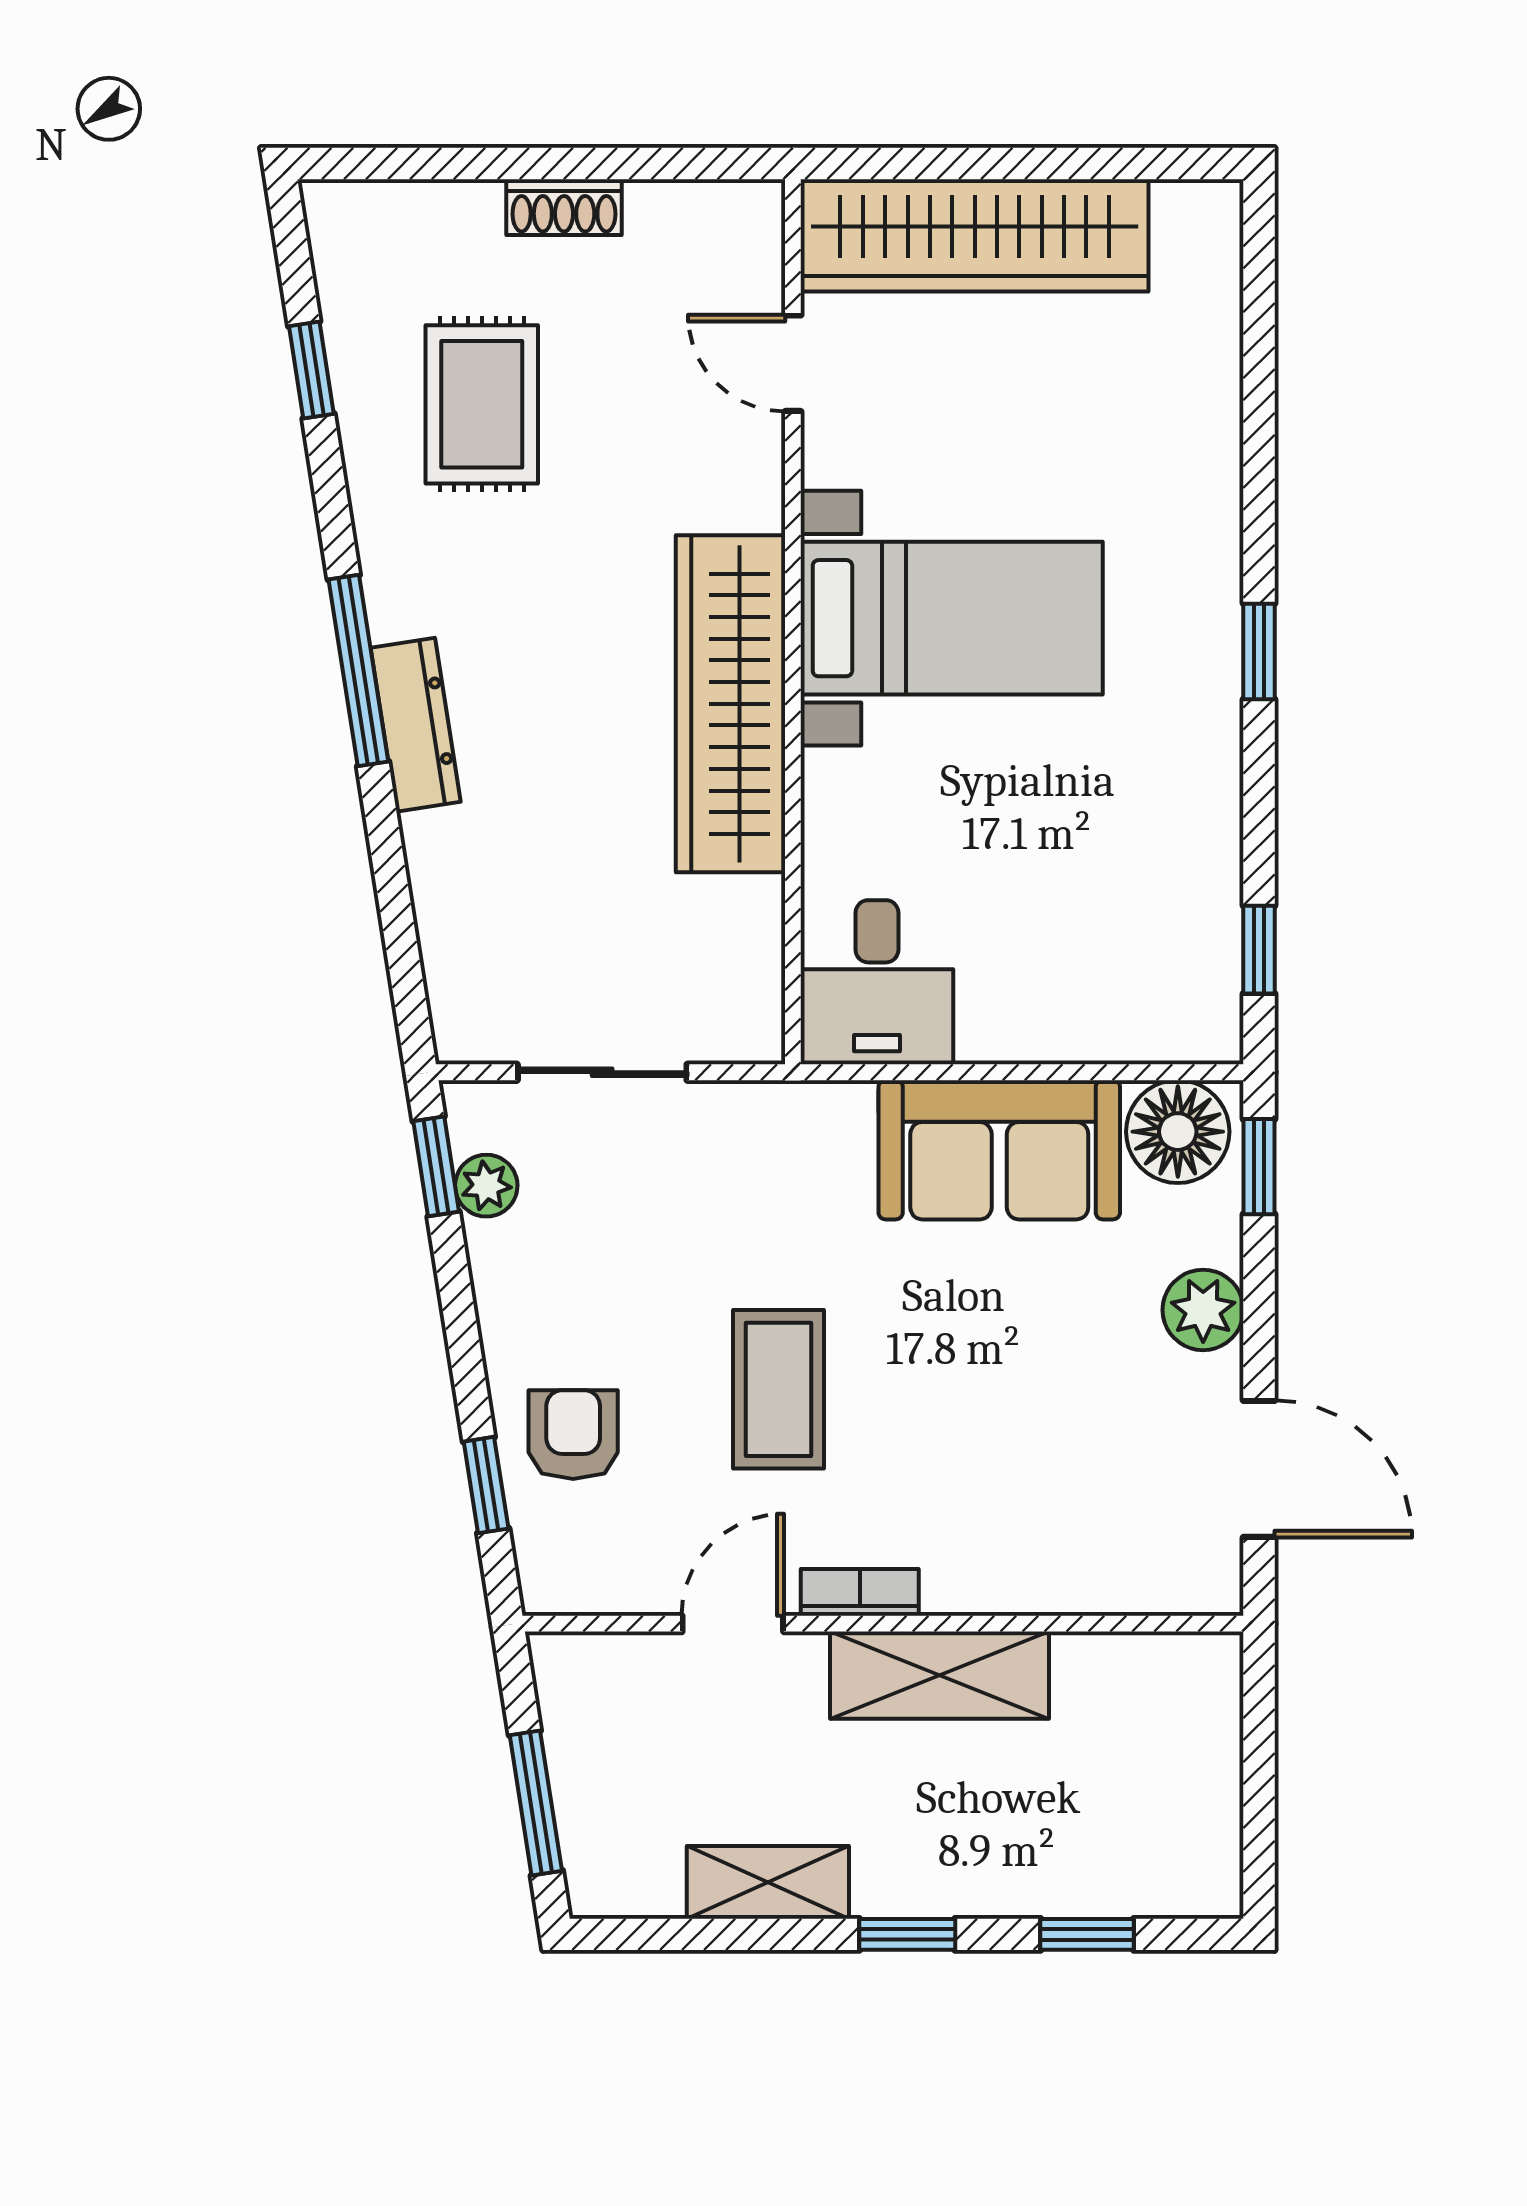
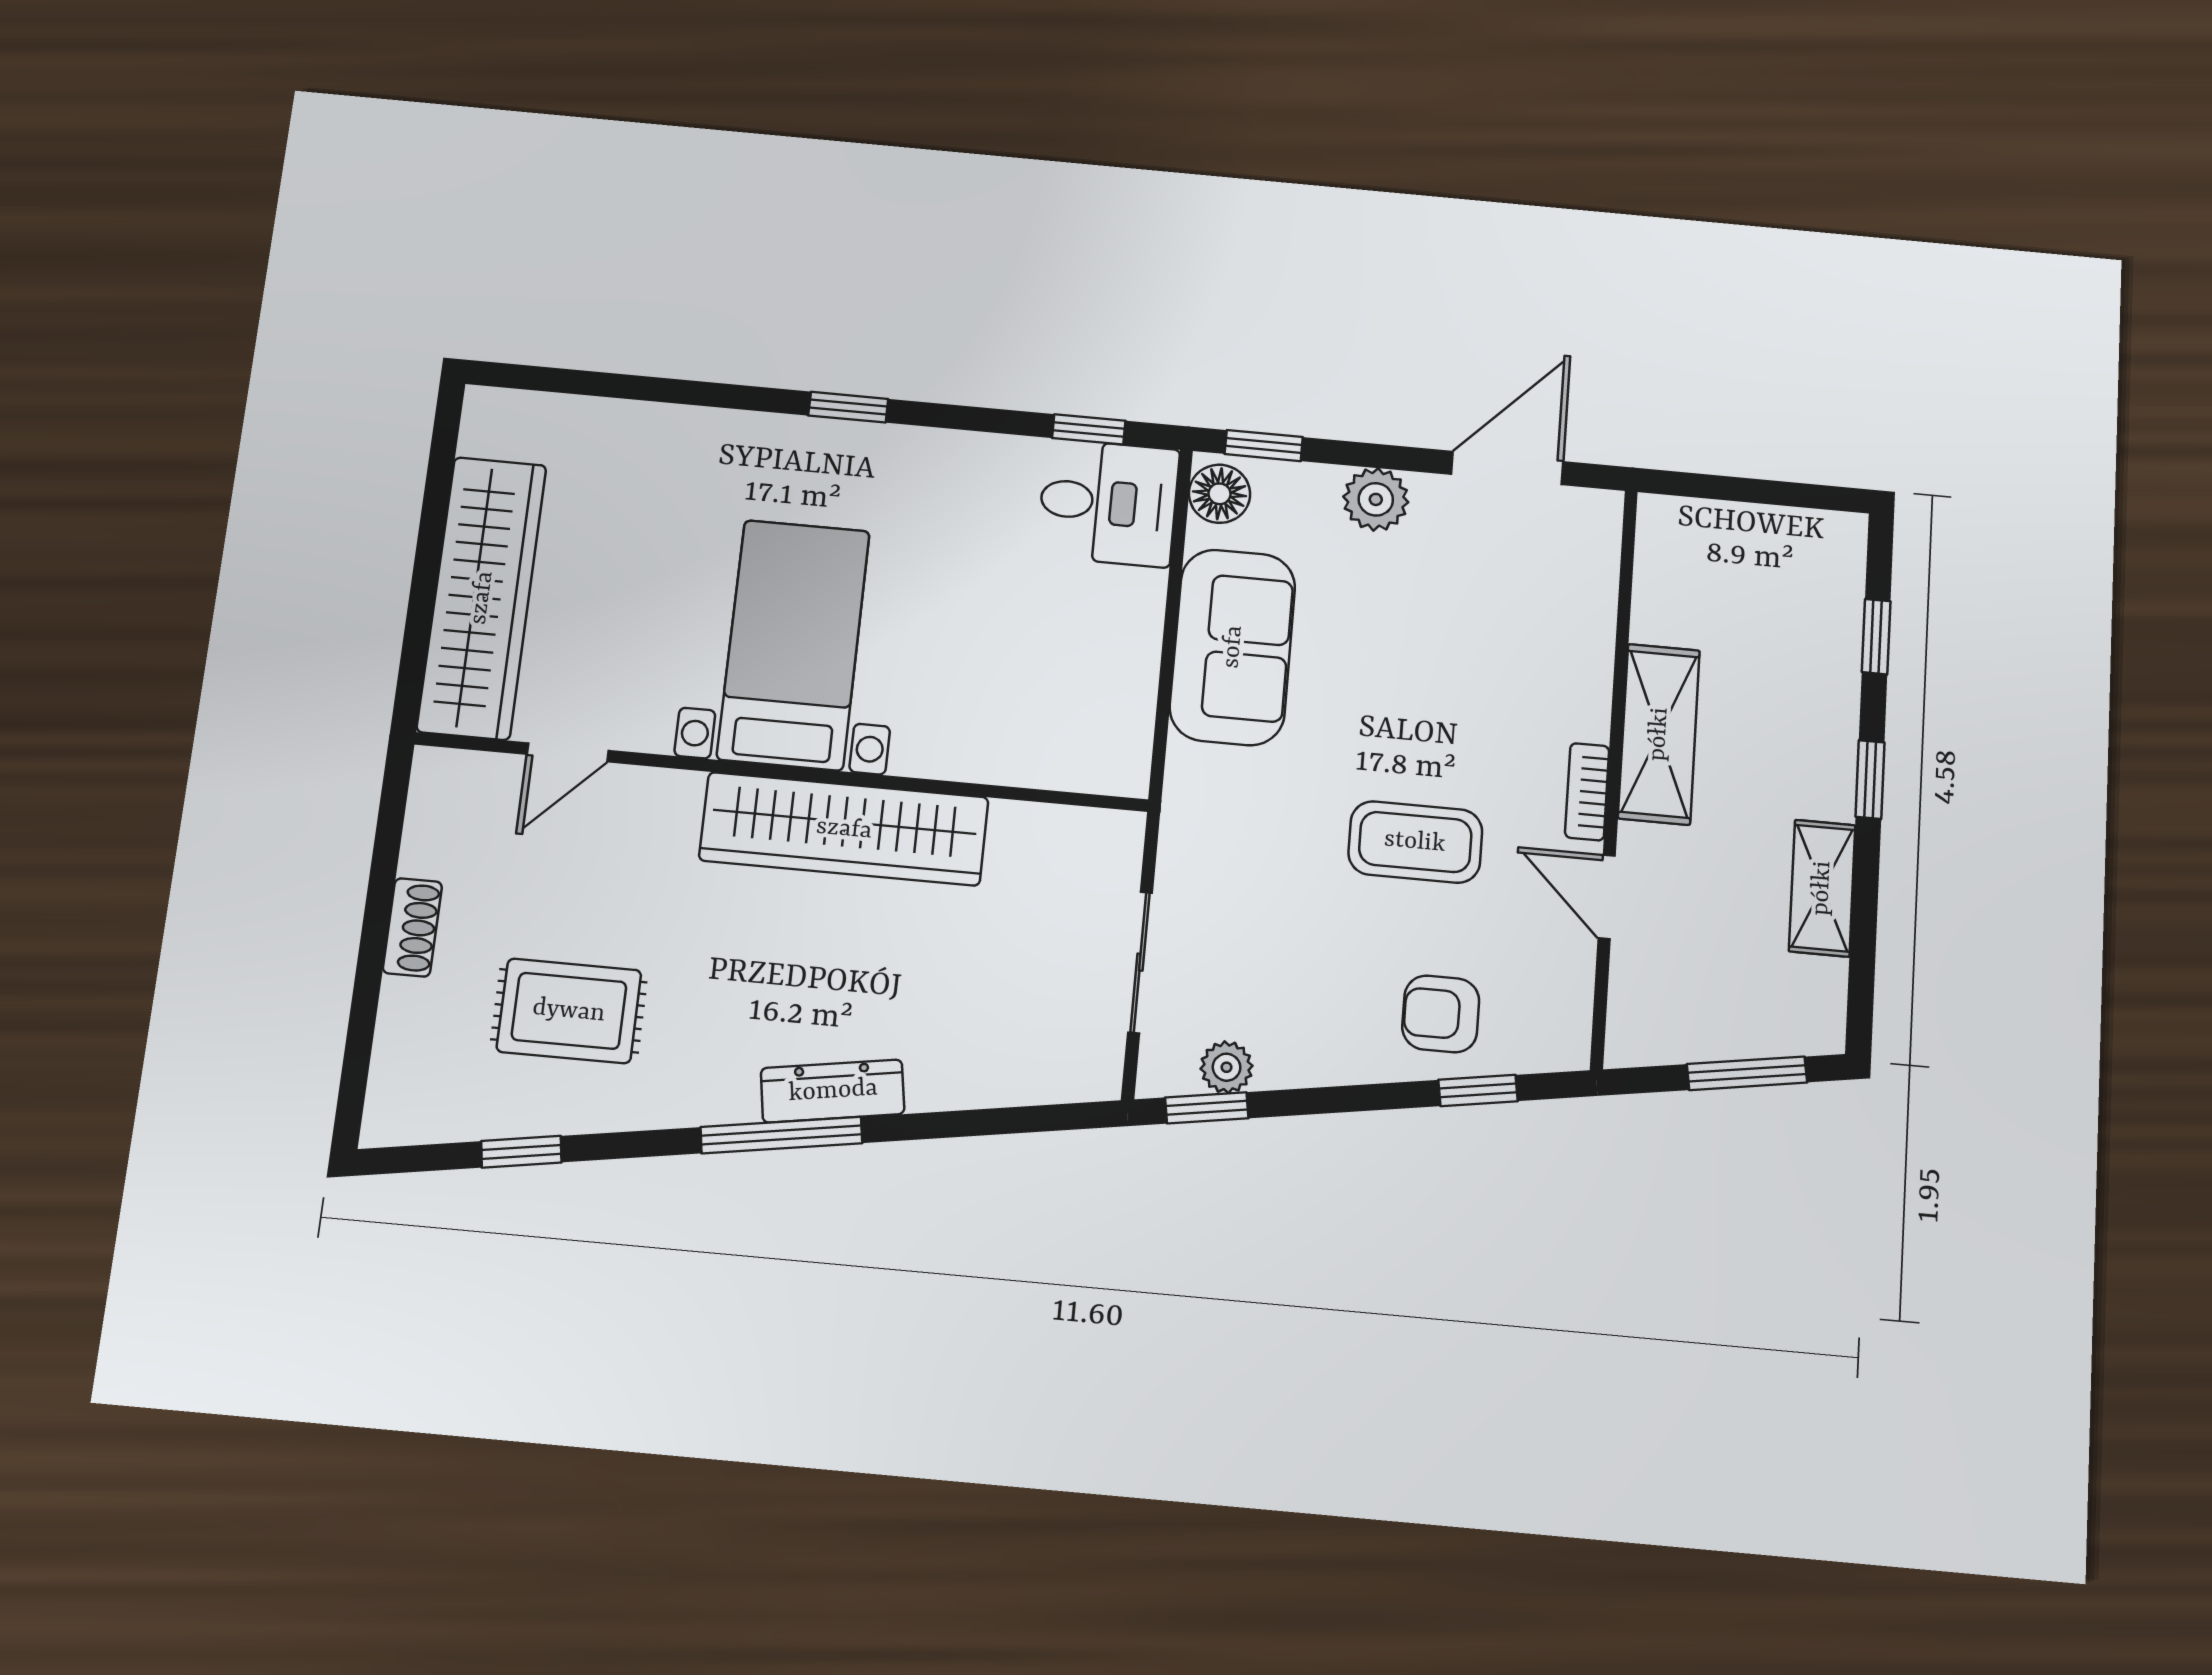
desk: (877, 982) -> (1108, 503), moved
floor lamp: (1178, 1132) -> (1219, 494), width x0.73, depth x0.73

